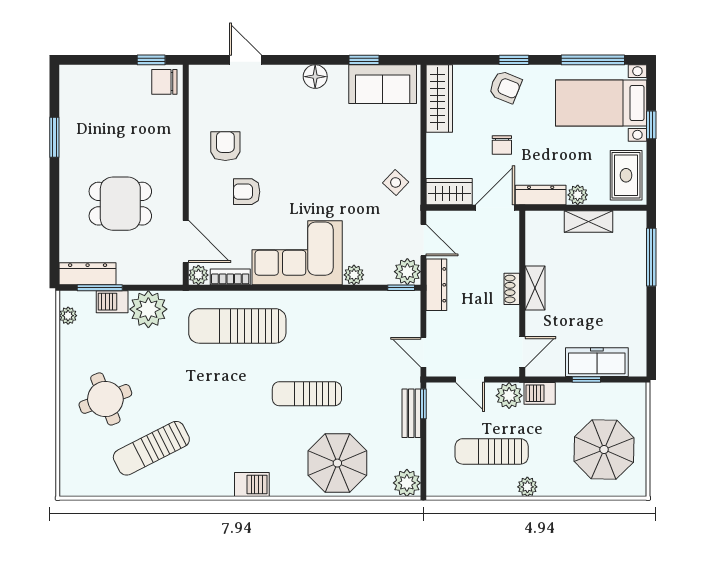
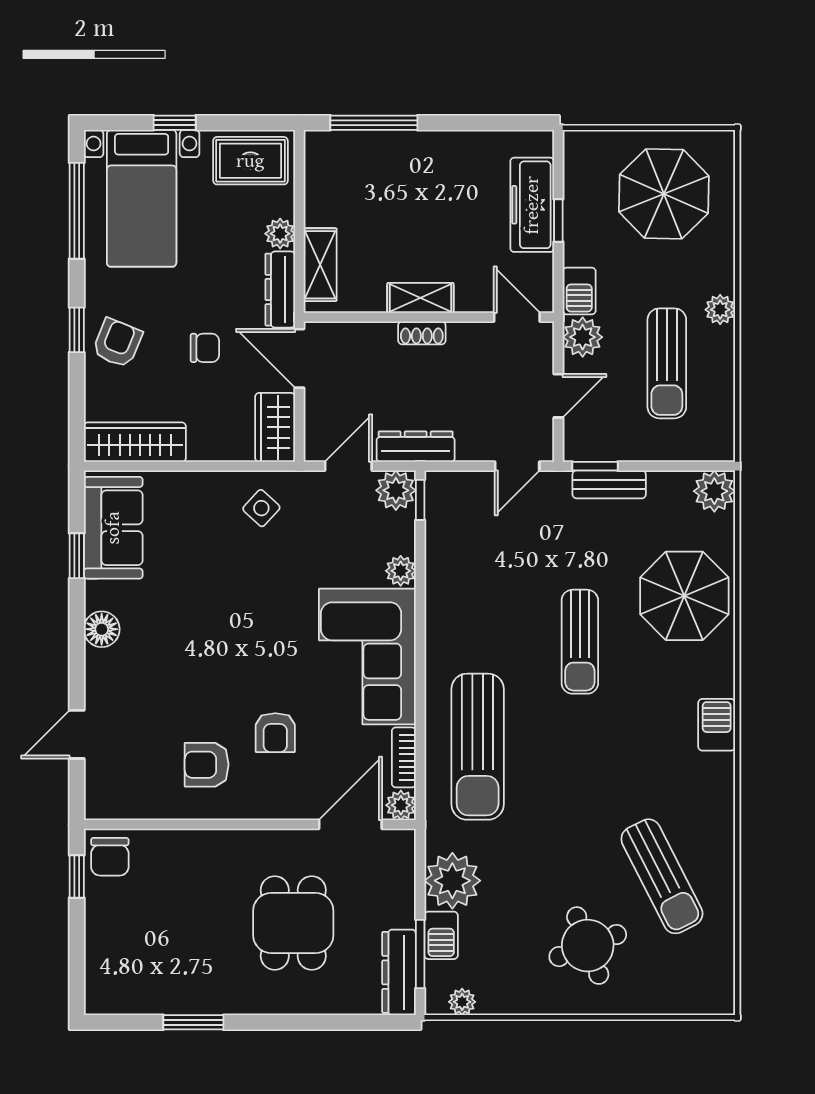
shelving: (589, 221) -> (320, 265), moved

